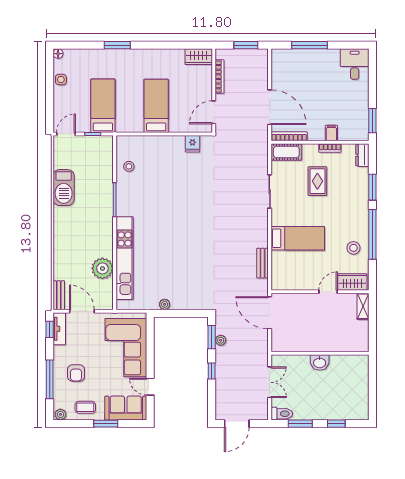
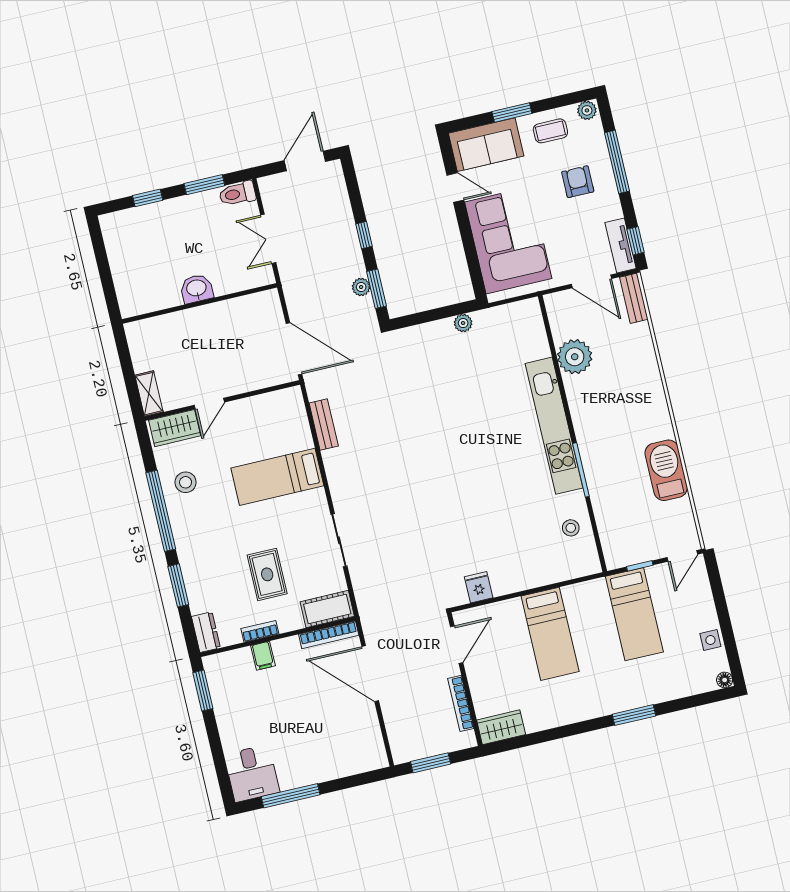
window: (309, 45) -> (291, 796), moved
kitchen unit: (125, 258) -> (554, 426), moved

